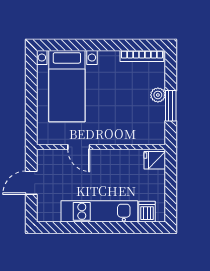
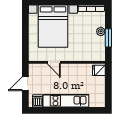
bed with nightstands: (67, 86) -> (53, 26), width x1.36
dishwasher: (147, 212) -> (38, 101), moved

